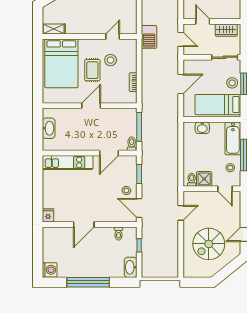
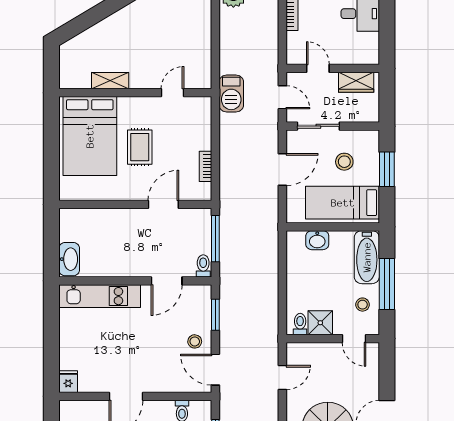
shelving: (54, 29) -> (110, 81), moved
sliding door: (225, 57) -> (318, 126), moved
stool: (111, 60) -> (169, 131), removed
stool: (232, 83) -> (344, 162), moved
door: (91, 106) -> (163, 204), moved
washbasin: (49, 128) -> (69, 259), moved

